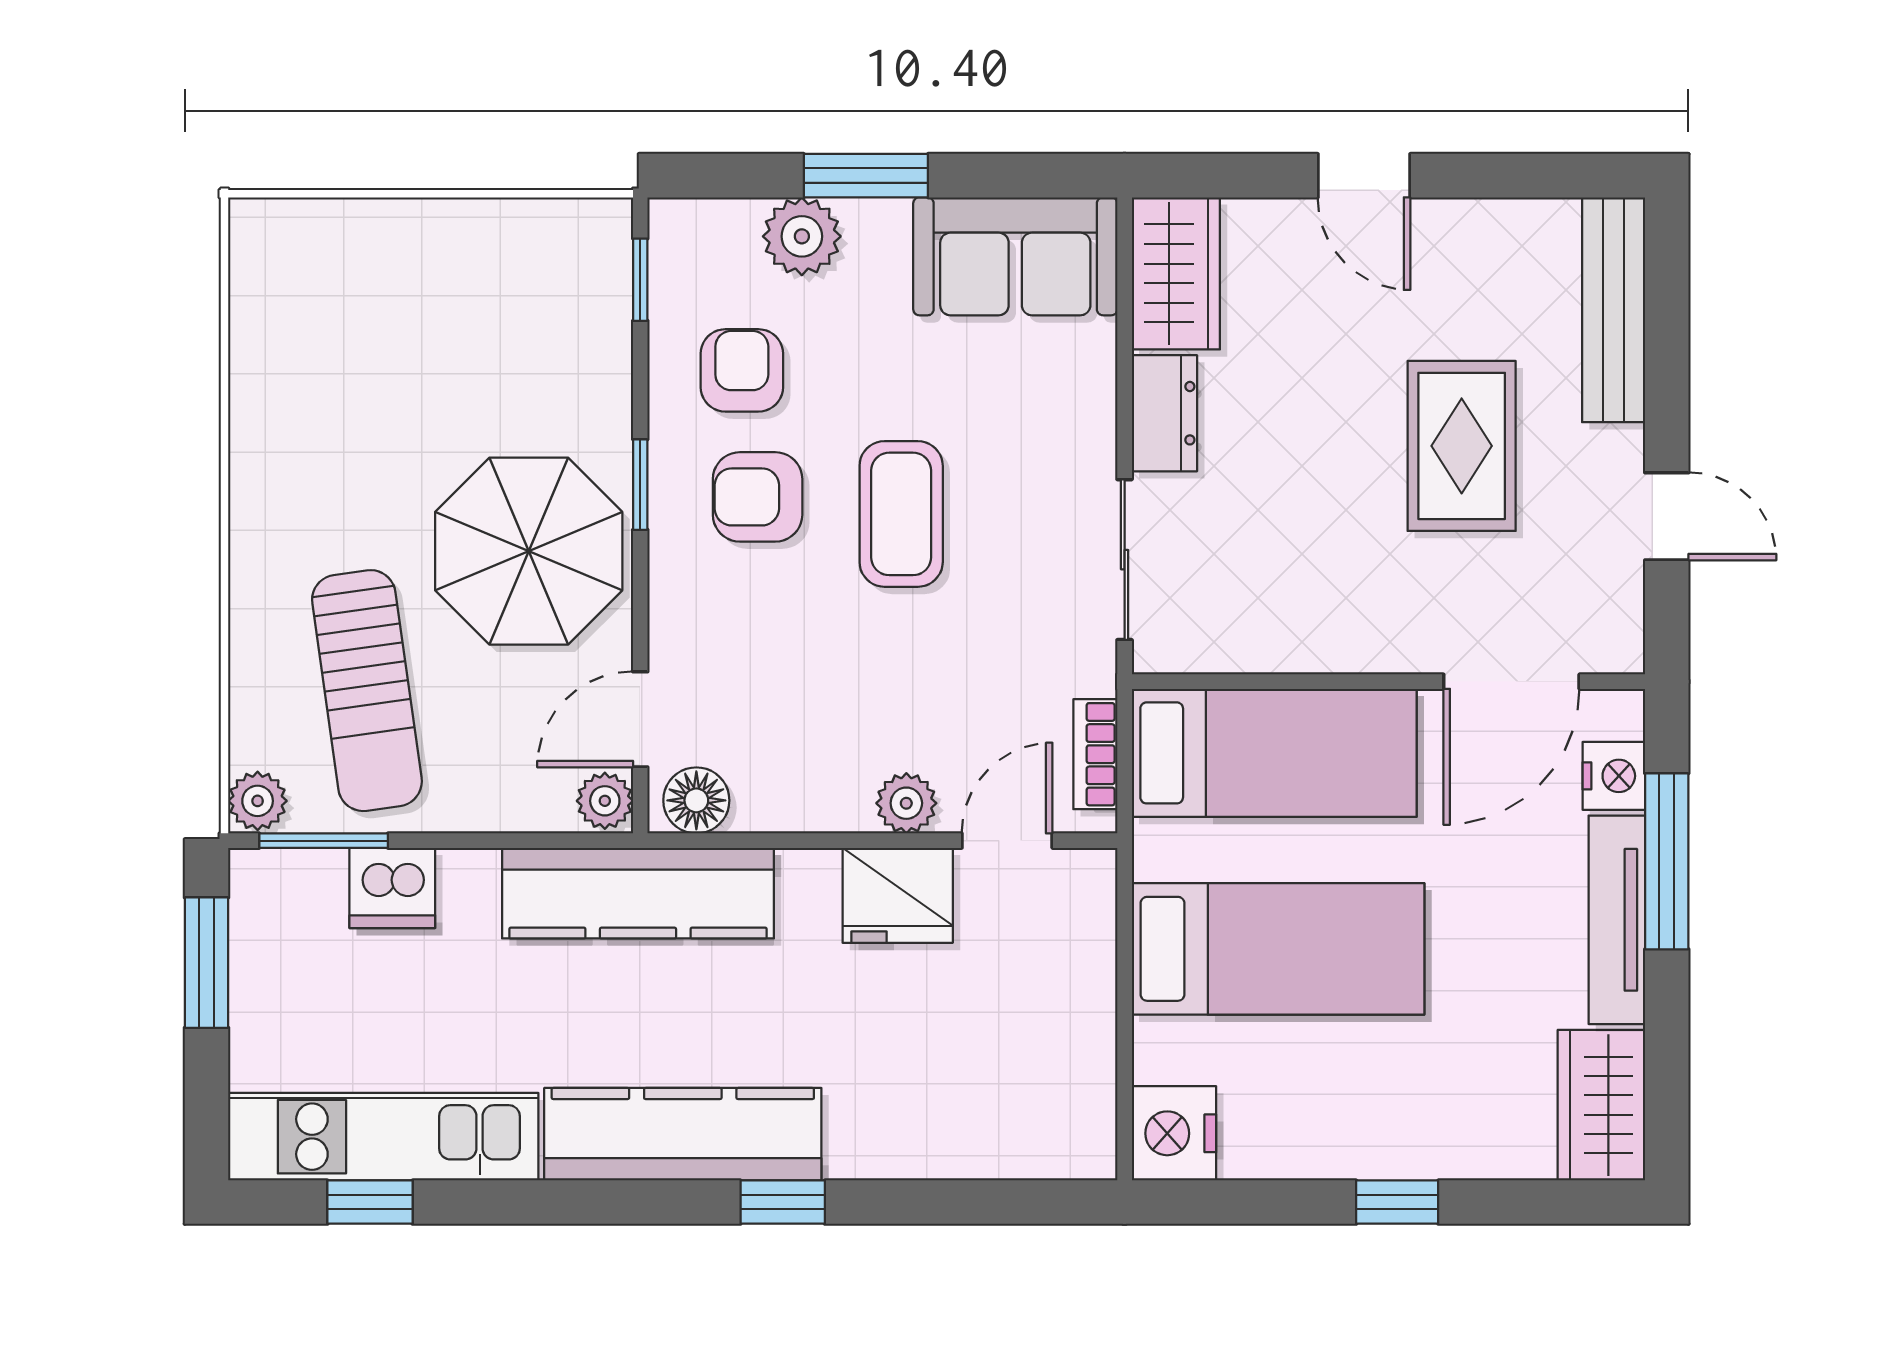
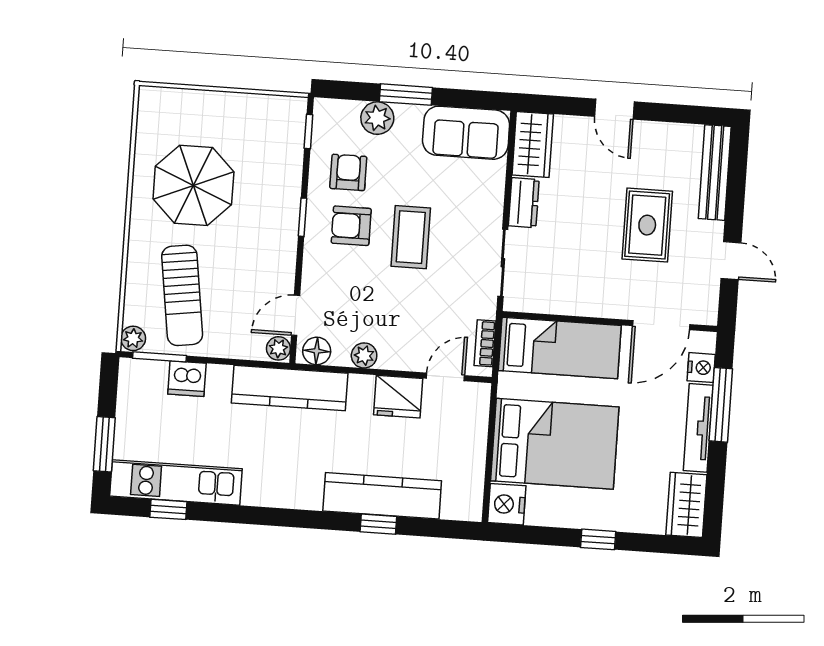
parasol: (529, 551) -> (193, 185), moved
plant: (906, 803) -> (364, 355), moved
bed: (1278, 949) -> (555, 444), width x1.50
window: (207, 963) -> (104, 444), moved
kitchen counter: (683, 1134) -> (382, 496), moved
window: (783, 1202) -> (378, 524), moved

